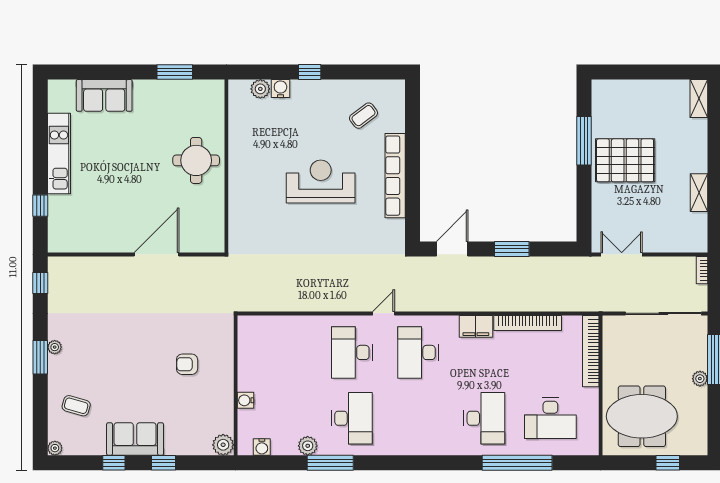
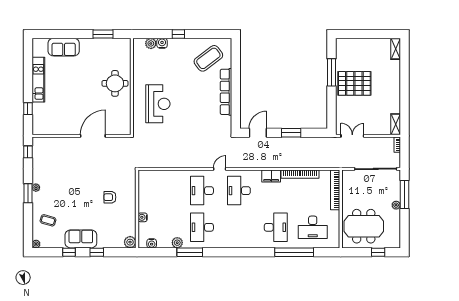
coffee table: (363, 116) -> (208, 58), width x1.86, depth x1.72
reception desk: (321, 181) -> (158, 104), moved, turned 90
shelving: (699, 193) -> (396, 124), moved
desk: (352, 418) -> (202, 227), turned 180

